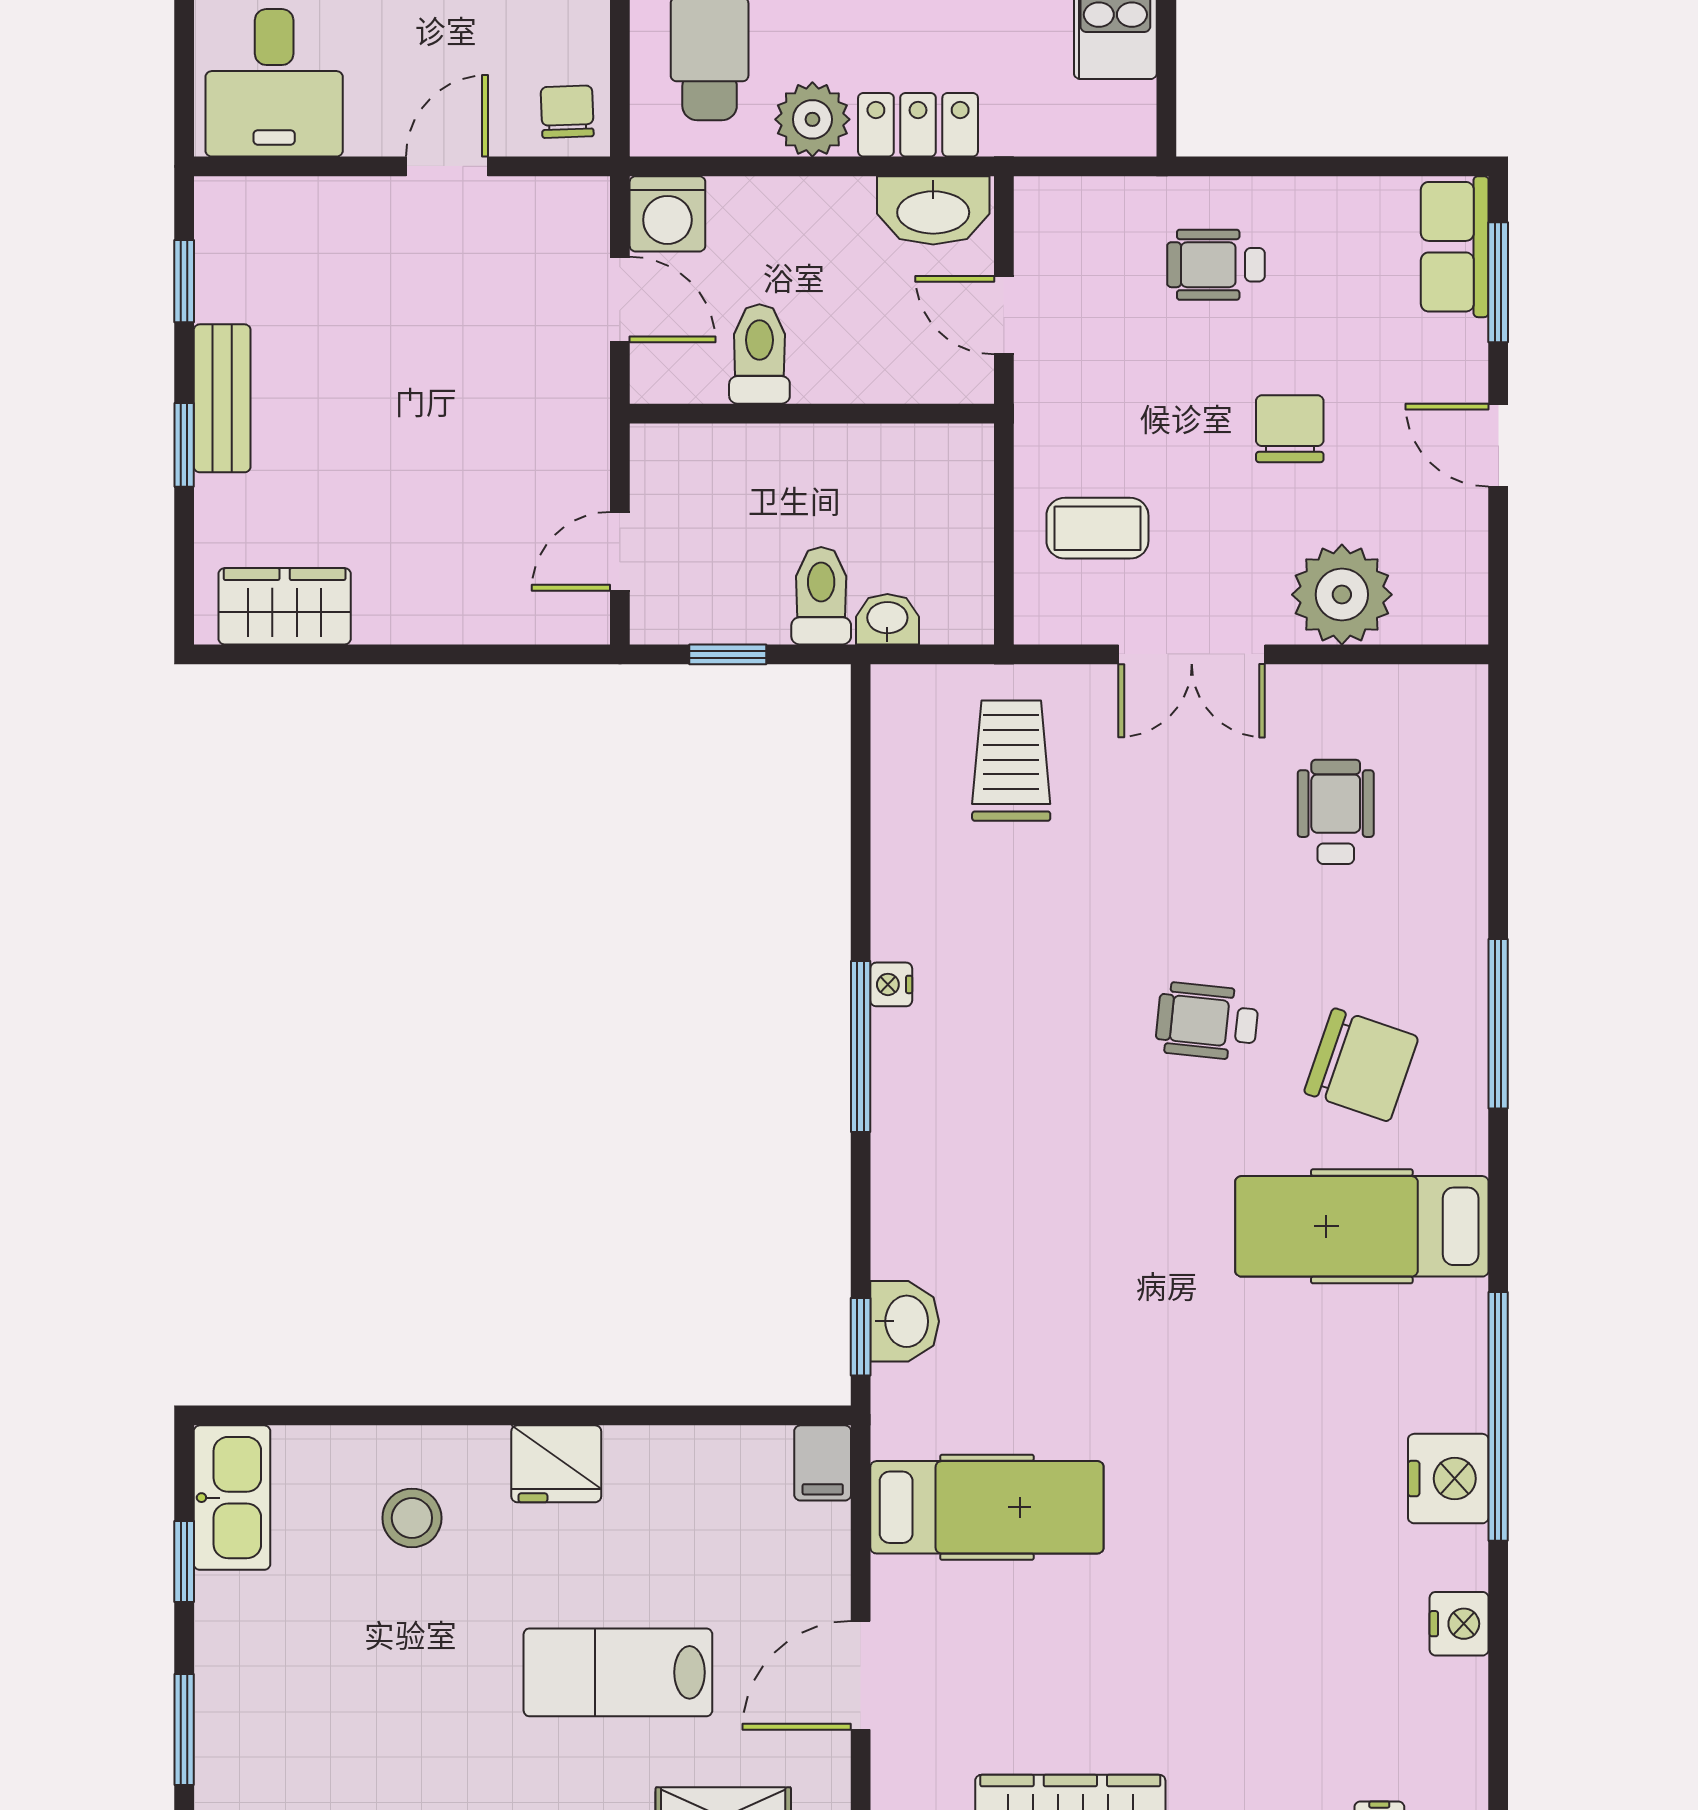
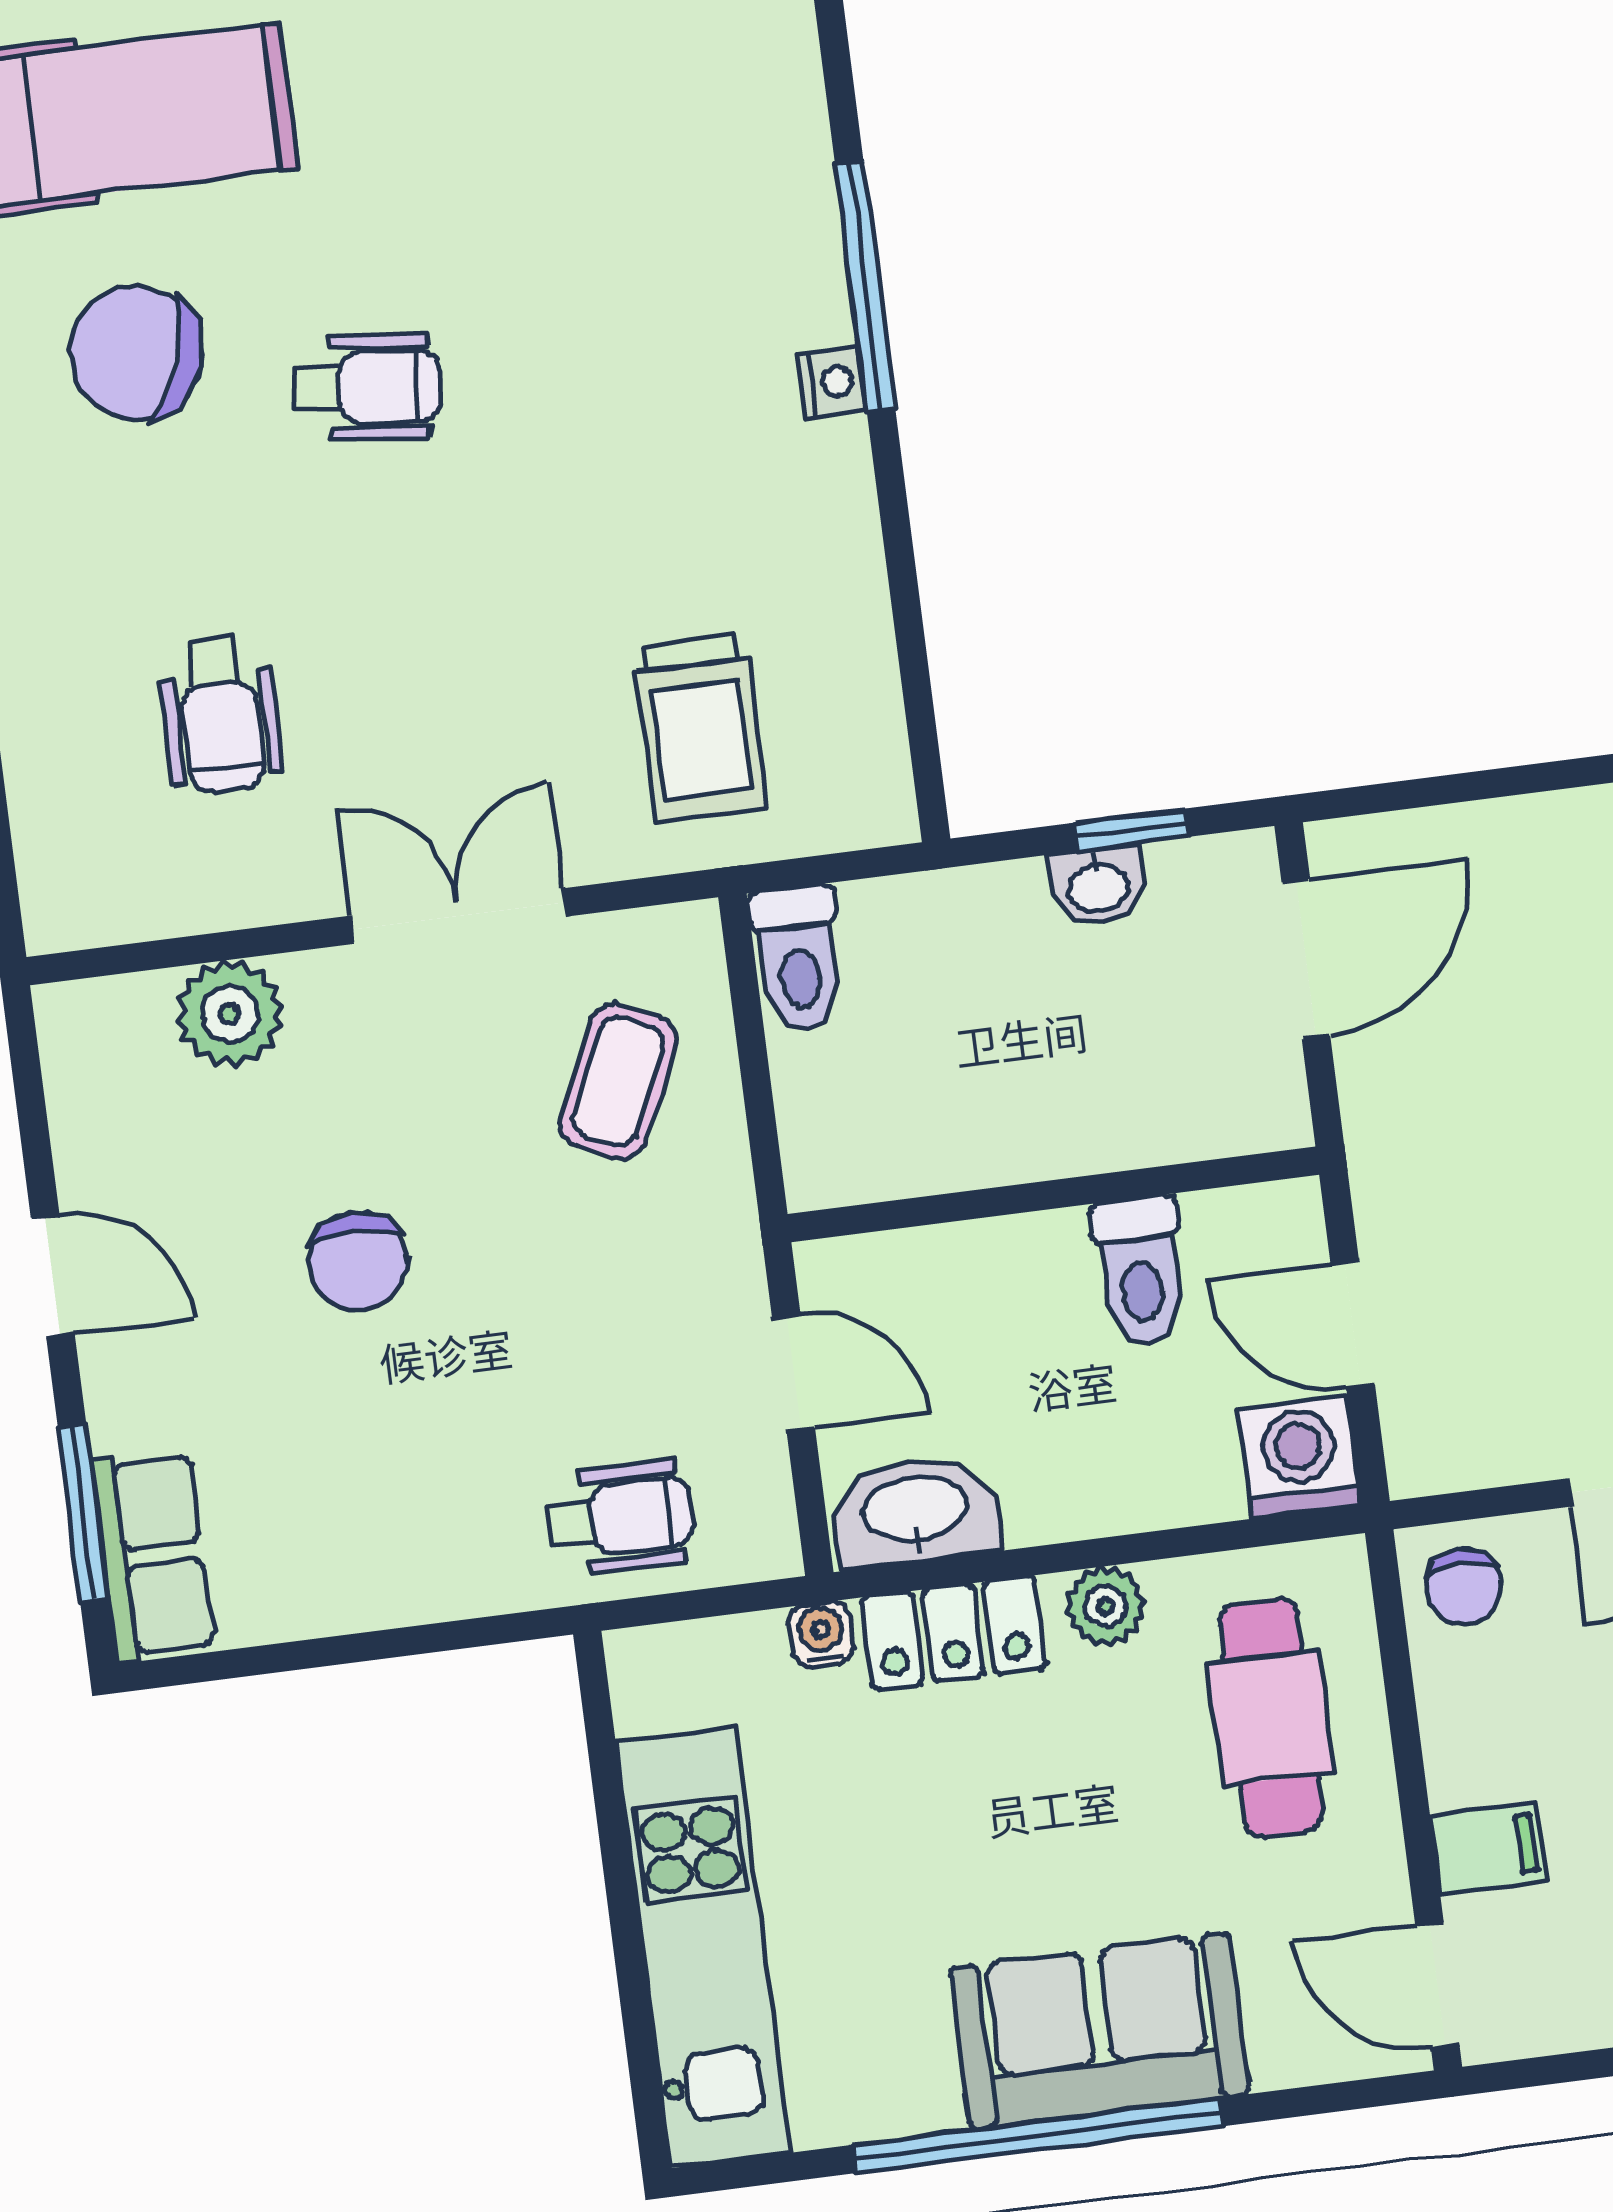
plant: (812, 119) -> (1105, 1606), width x0.73, depth x0.73
water cooler: (1008, 135) -> (821, 1634), added
wheelchair: (1216, 265) -> (621, 1518), moved
coffee table: (1097, 528) -> (618, 1081), turned -65
door: (620, 551) -> (1306, 959), width x1.38
plant: (1342, 595) -> (230, 1014), width x0.73, depth x0.73
toilet: (821, 596) -> (799, 959), moved
washbasin: (887, 619) -> (1098, 886), moved

